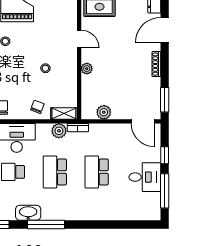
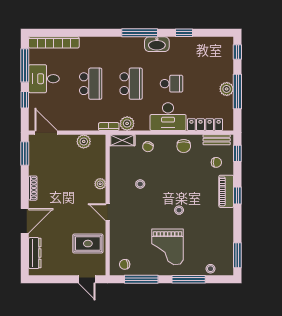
bookcase: (135, 215) -> (54, 42), added

